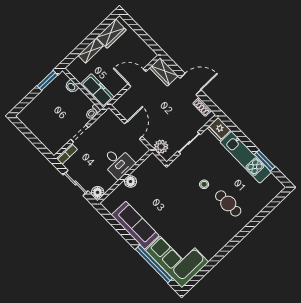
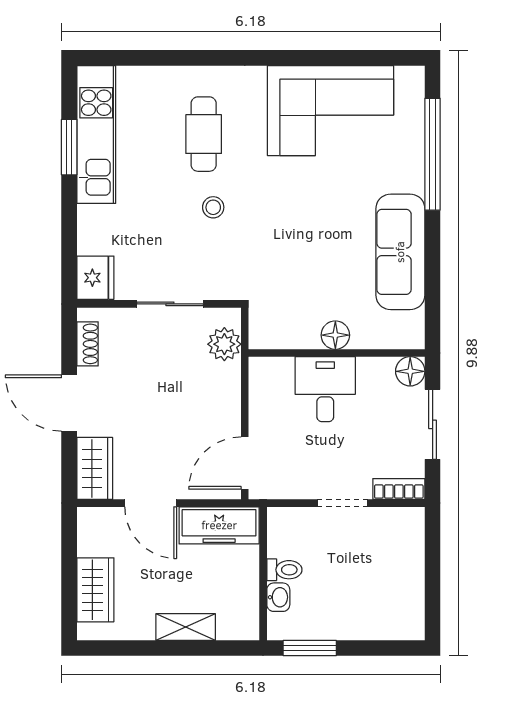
wardrobe: (111, 34) -> (95, 590), moved, turned 90
freezer: (97, 91) -> (219, 525), moved, turned -90
toilet: (93, 112) -> (284, 570), moved
door: (133, 130) -> (245, 463), moved
kitchen unit: (246, 157) -> (96, 134), moved
corner sofa: (177, 256) -> (330, 111), moved, turned -90

